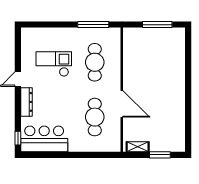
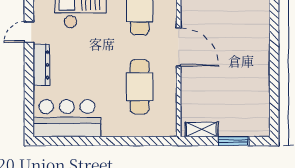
door: (122, 104) -> (179, 47), moved
window: (18, 138) -> (29, 117), removed

